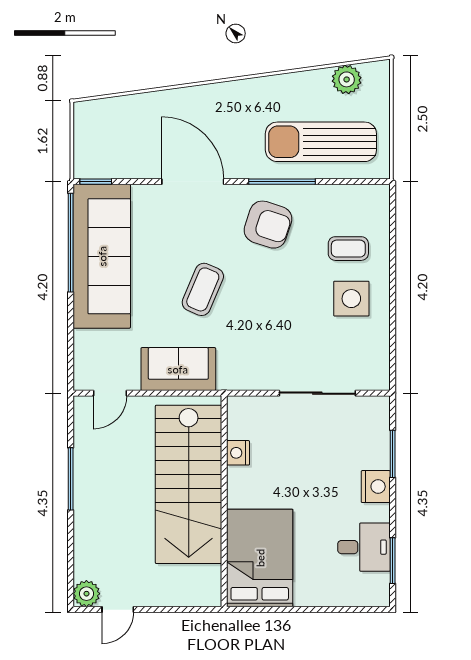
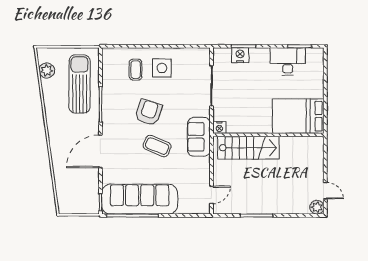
sun lounger: (321, 142) -> (79, 84), turned 180
armchair: (268, 225) -> (149, 112), moved
sofa: (178, 369) -> (199, 137), moved
door: (110, 393) -> (212, 195), hinge flipped
nightstand: (238, 453) -> (219, 128), moved
stairs: (189, 484) -> (248, 148), width x0.73, depth x0.66
nightstand: (376, 487) -> (240, 55), moved
desk: (364, 547) -> (288, 61), width x1.37

